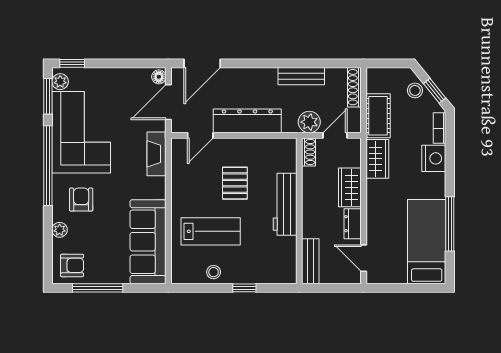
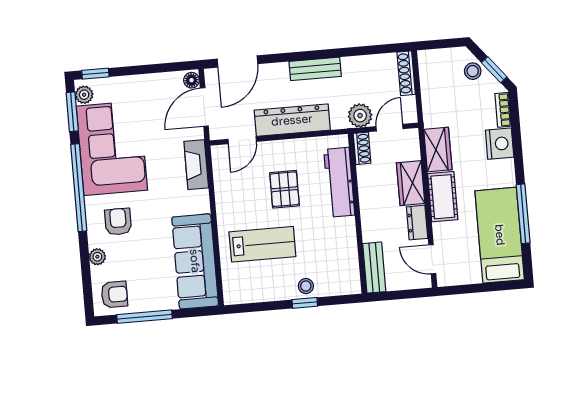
bench: (301, 76) -> (315, 69), moved
cot: (378, 116) -> (443, 197), moved
workbench: (285, 204) -> (339, 182), moved
stool: (214, 272) -> (306, 286), moved

